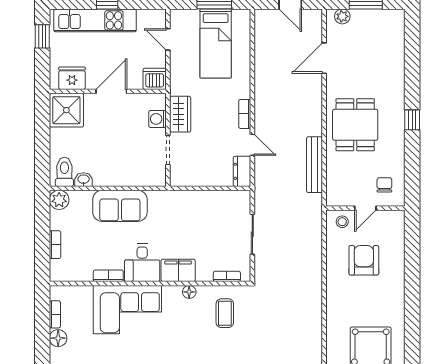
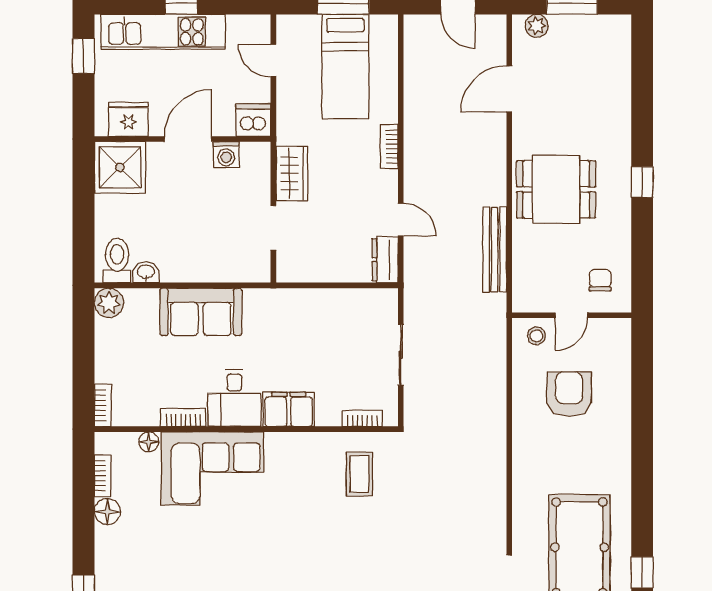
bookcase: (245, 114) -> (389, 146), moved
washing machine: (158, 119) -> (226, 155), moved, turned -90
dining table: (355, 125) -> (556, 189), turned 90
bookcase: (55, 245) -> (103, 405), moved
floor lamp: (189, 292) -> (149, 442), moved

